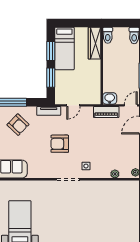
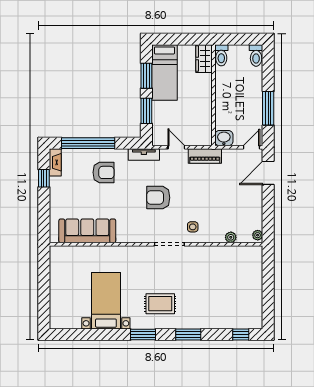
wardrobe: (95, 43) -> (204, 59), width x0.67
door: (73, 105) -> (176, 147), swing flipped
piano: (106, 112) -> (205, 156), moved
armchair: (18, 125) -> (103, 172), turned -44
rug: (61, 225) -> (160, 304), added

